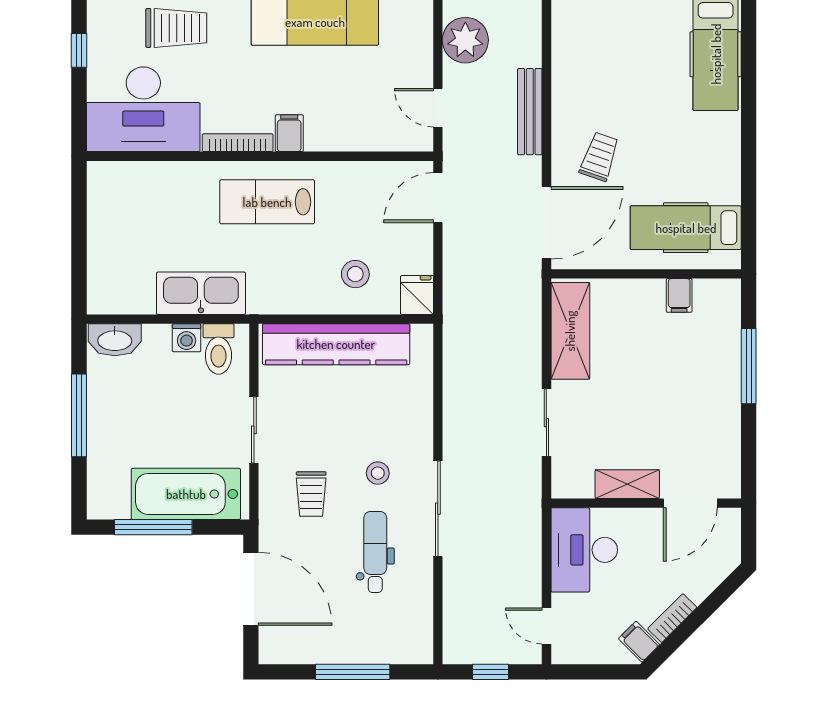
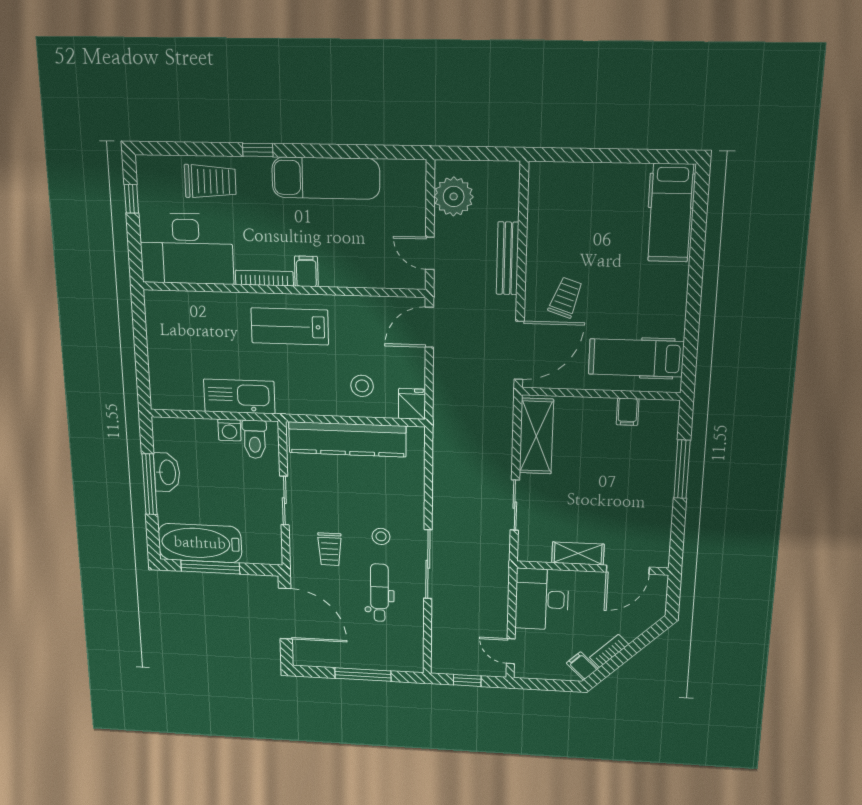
washbasin: (115, 340) -> (167, 472), moved, turned -90
bathtub: (186, 494) -> (200, 543), moved

